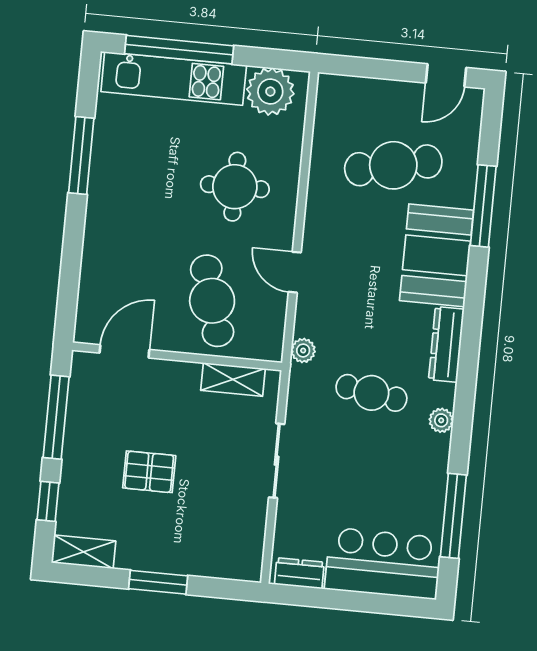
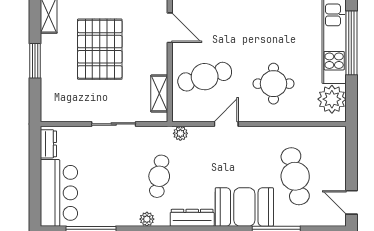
pallet: (149, 472) -> (100, 49), width x2.05, depth x2.00

